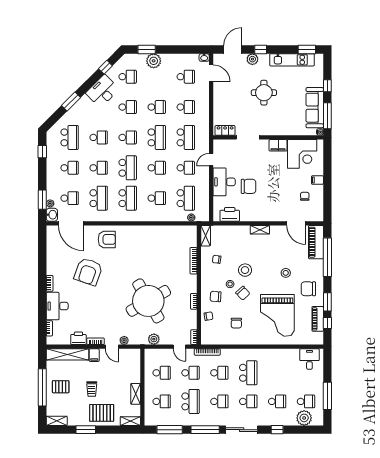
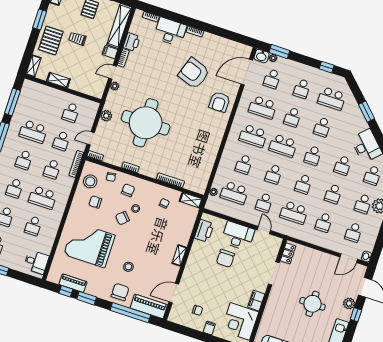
school desk: (157, 77) -> (363, 204), added
school desk: (157, 137) -> (303, 184), width x0.54
stool: (245, 270) -> (90, 181), moved
chair: (308, 289) -> (120, 292), moved
round table: (148, 301) -> (146, 123), turned 30
school desk: (162, 401) -> (33, 226), moved

